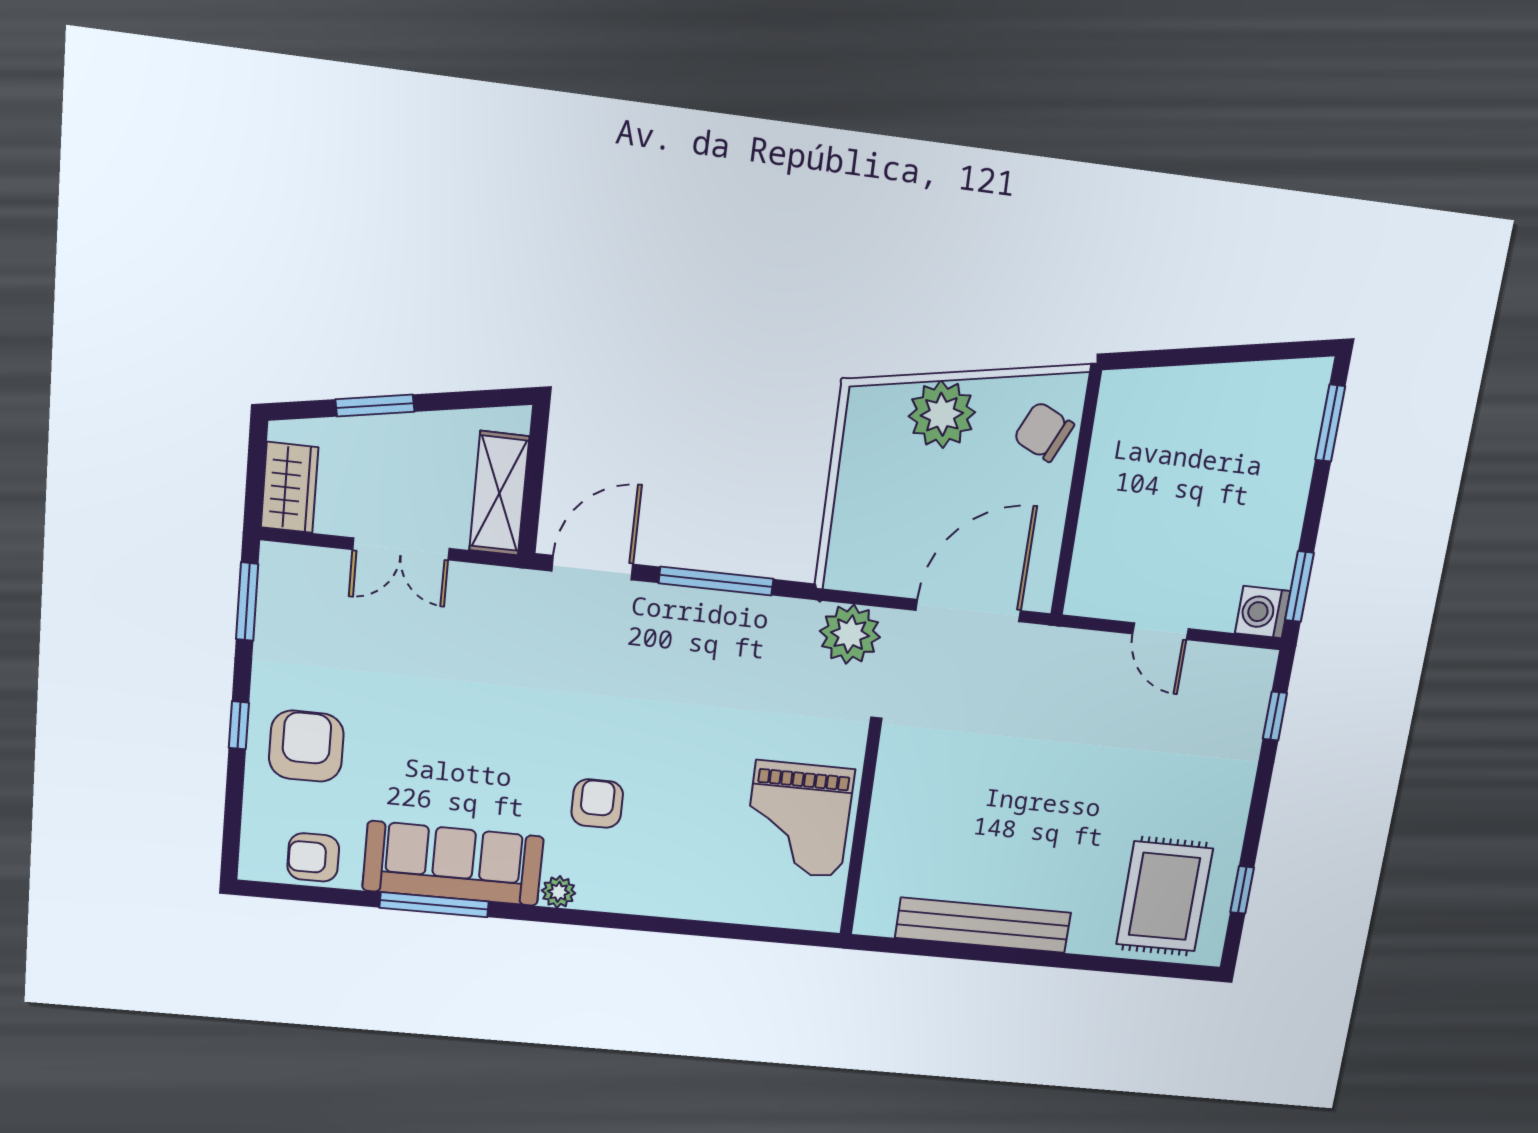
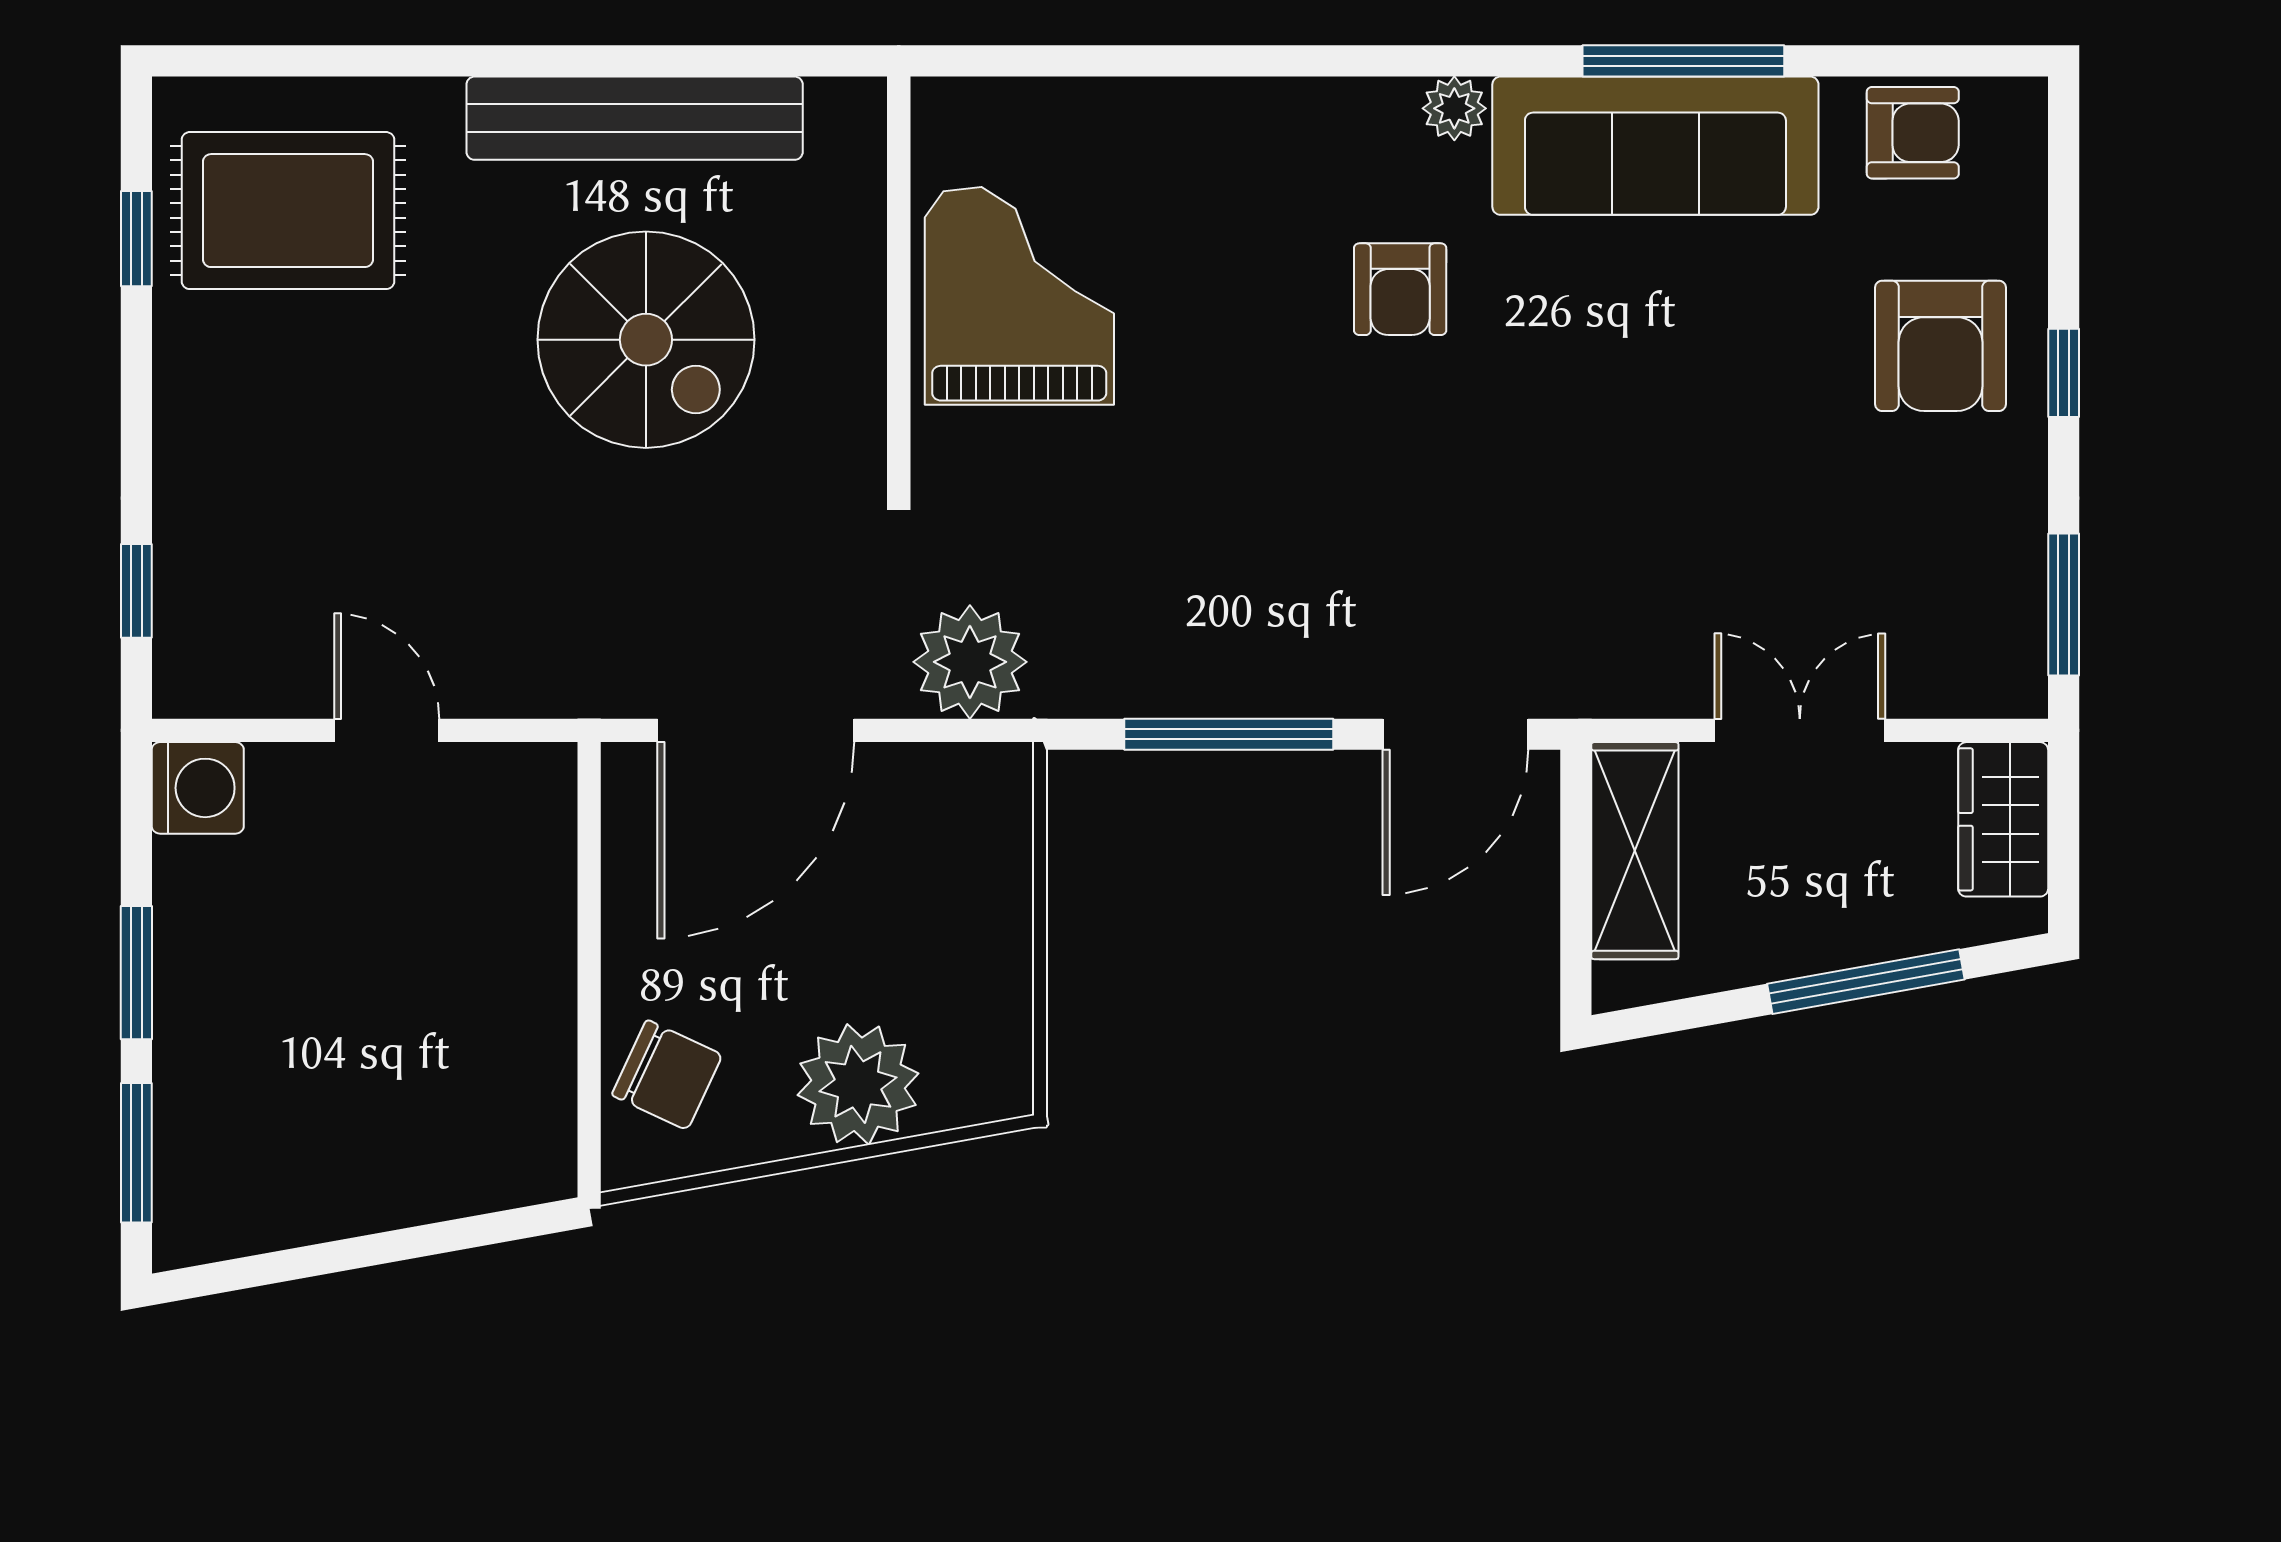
window: (375, 406) -> (1866, 982), width x1.44
window: (1299, 587) -> (136, 973), moved
spiral stairs: (995, 816) -> (646, 340), added
rug: (1164, 896) -> (288, 211), turned 90

